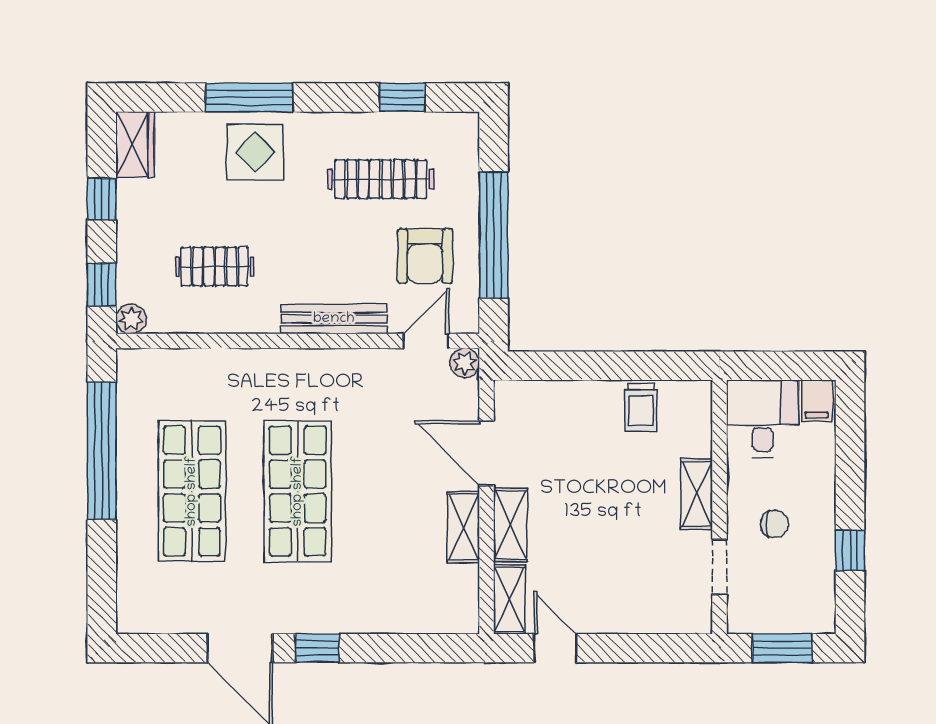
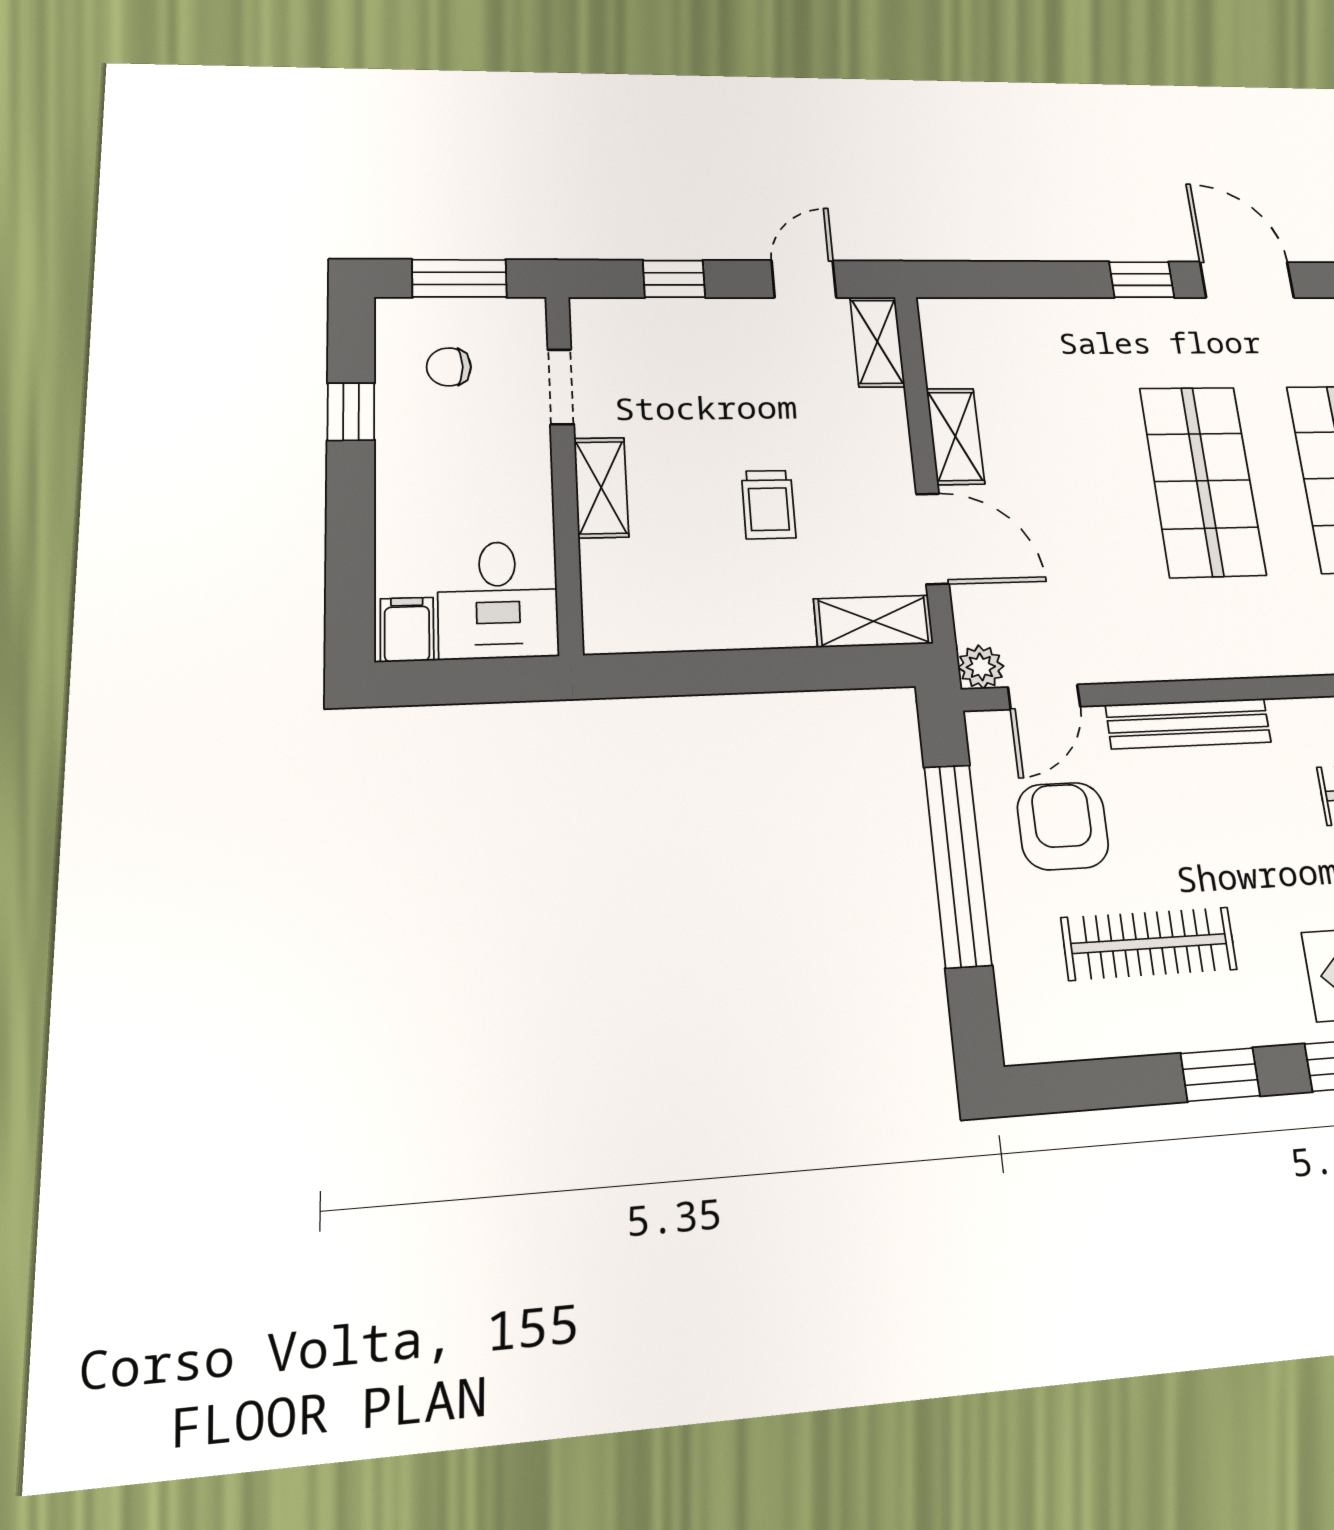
window: (402, 98) -> (1220, 1075), moved
trolley: (641, 407) -> (768, 504), moved, turned 180
chair: (774, 524) -> (449, 367), moved
shelving: (510, 525) -> (873, 621), moved, turned 90
door: (555, 648) -> (804, 279), swing flipped
window: (642, 648) -> (674, 279), added

